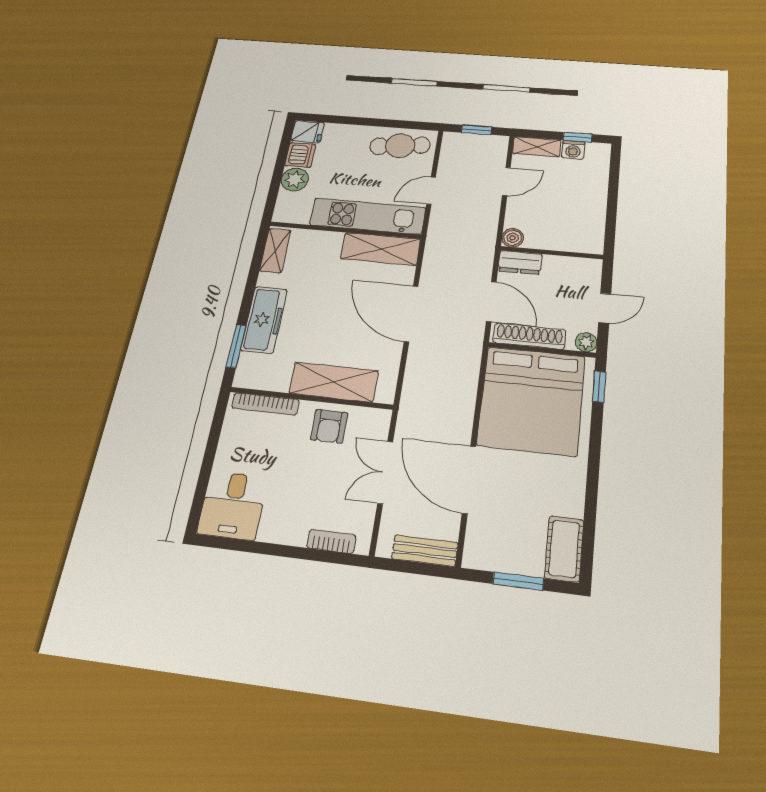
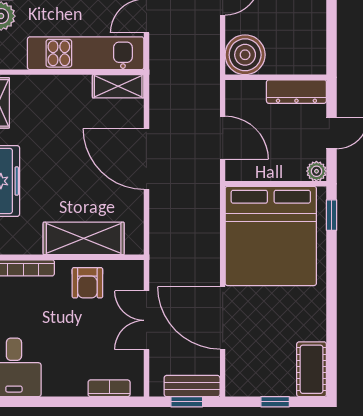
boiler: (513, 238) -> (245, 55), width x1.86, depth x1.86
shelving: (381, 249) -> (118, 86), width x0.67, depth x0.75
dresser: (520, 263) -> (296, 92), moved, width x1.44
shoe rack: (529, 336) -> (263, 171), removed
window: (416, 568) -> (187, 402), added
window: (518, 581) -> (275, 402), width x0.67

